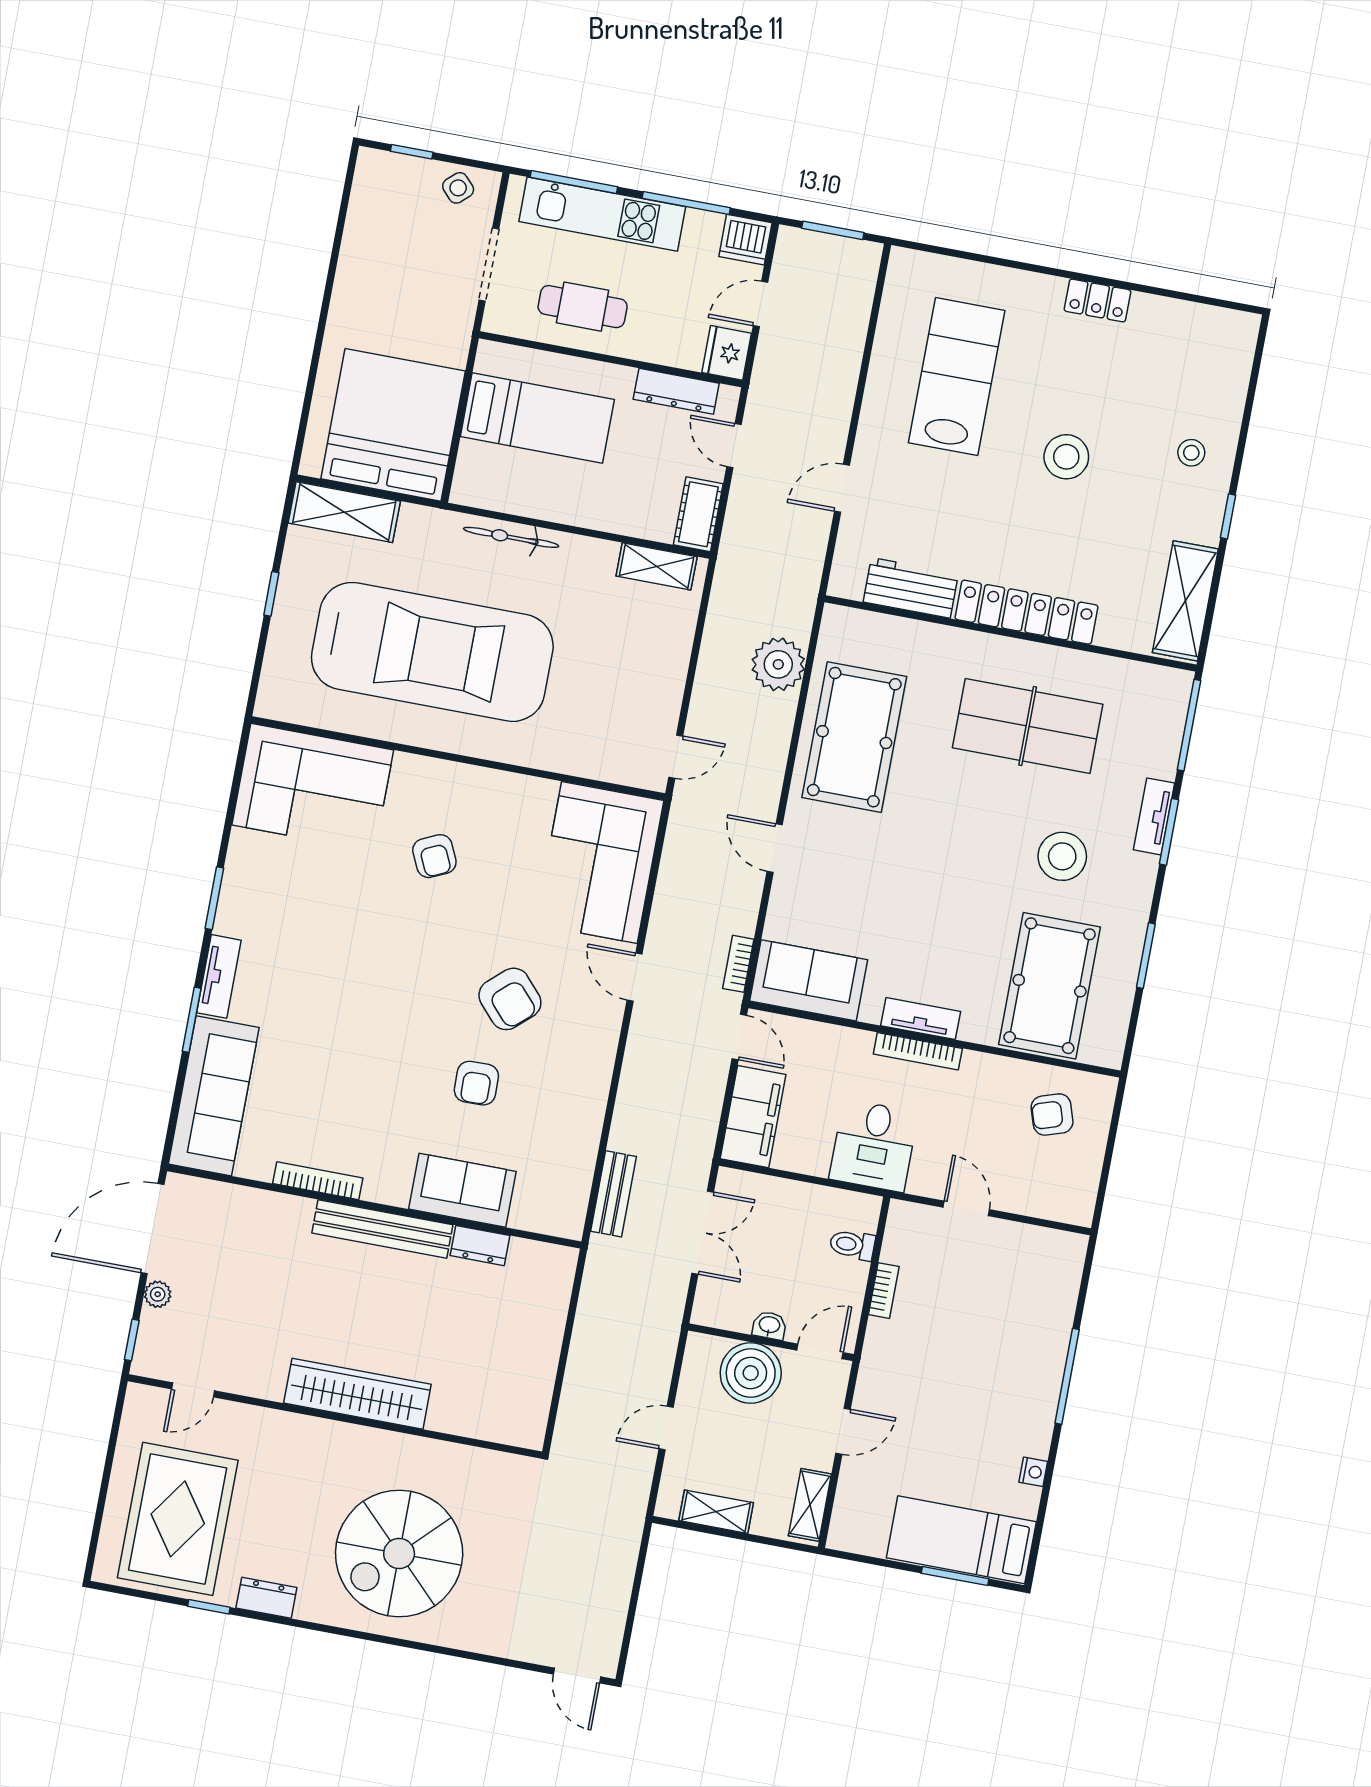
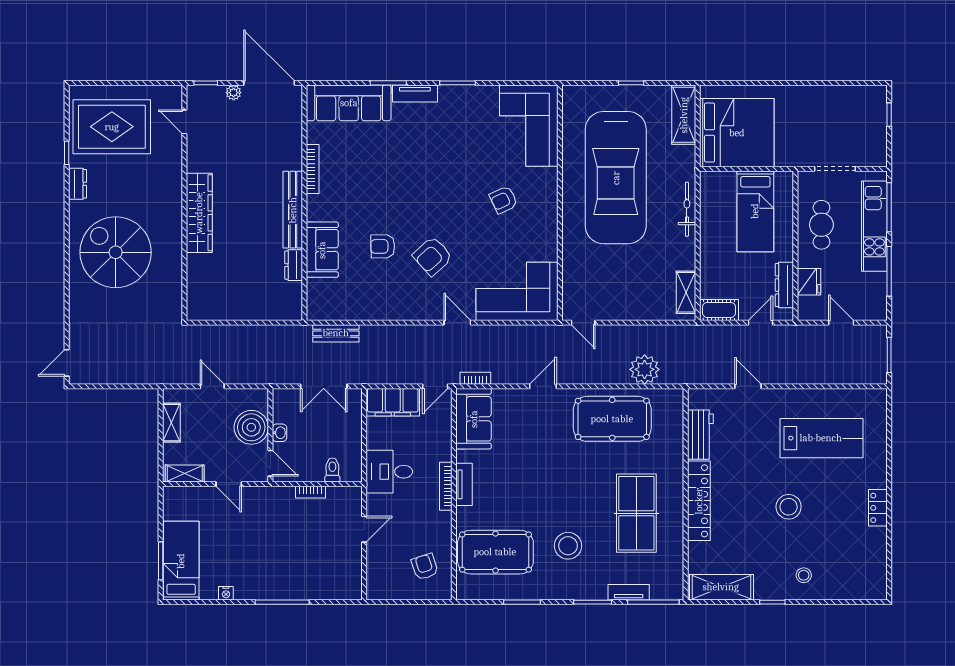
side table: (458, 188) -> (874, 144), removed
dishwasher: (745, 240) -> (875, 308), removed
fridge: (727, 353) -> (809, 282), moved, turned 90
tv unit: (1154, 816) -> (629, 592), moved
door: (635, 977) -> (457, 323), hinge flipped

